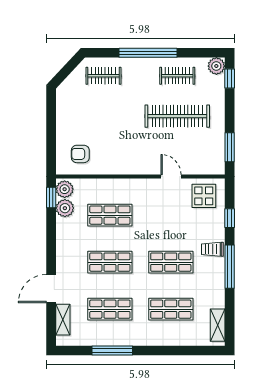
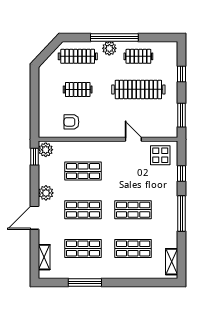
plant: (216, 66) -> (109, 48), moved
clothes rail: (103, 76) -> (78, 56), width x1.36
window: (230, 78) -> (182, 74), moved
clothes rail: (103, 116) -> (78, 89), added
armchair: (80, 154) -> (71, 122), moved
plant: (65, 208) -> (46, 193), moved
trolley: (212, 249) -> (167, 199), removed
door: (51, 289) -> (35, 218), moved

